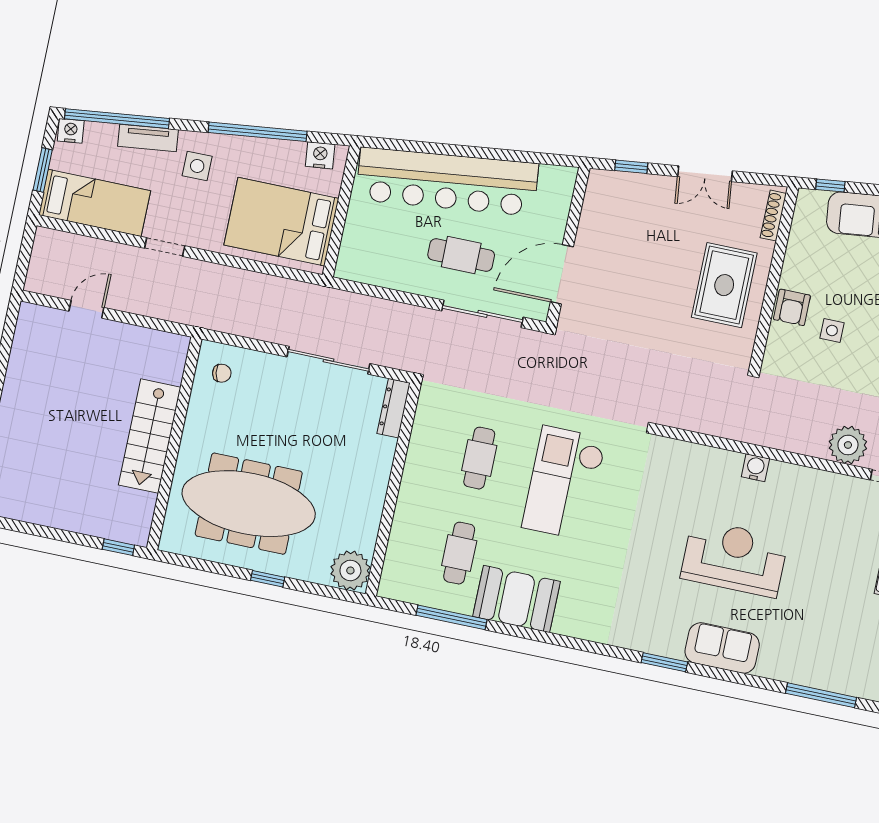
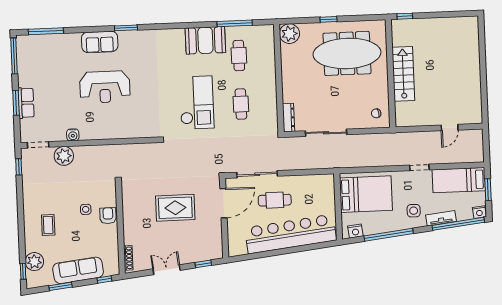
rug: (724, 285) -> (175, 208), moved, turned 90
water cooler: (755, 468) -> (73, 135), moved

